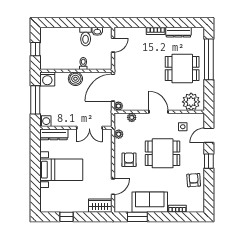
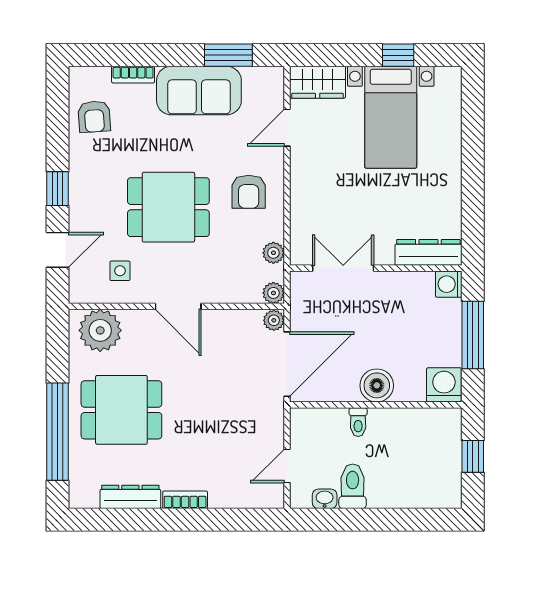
plant: (132, 117) -> (273, 293), moved
bed with nightstands: (61, 170) -> (391, 117), moved, turned -90
armchair: (194, 180) -> (94, 117), moved

